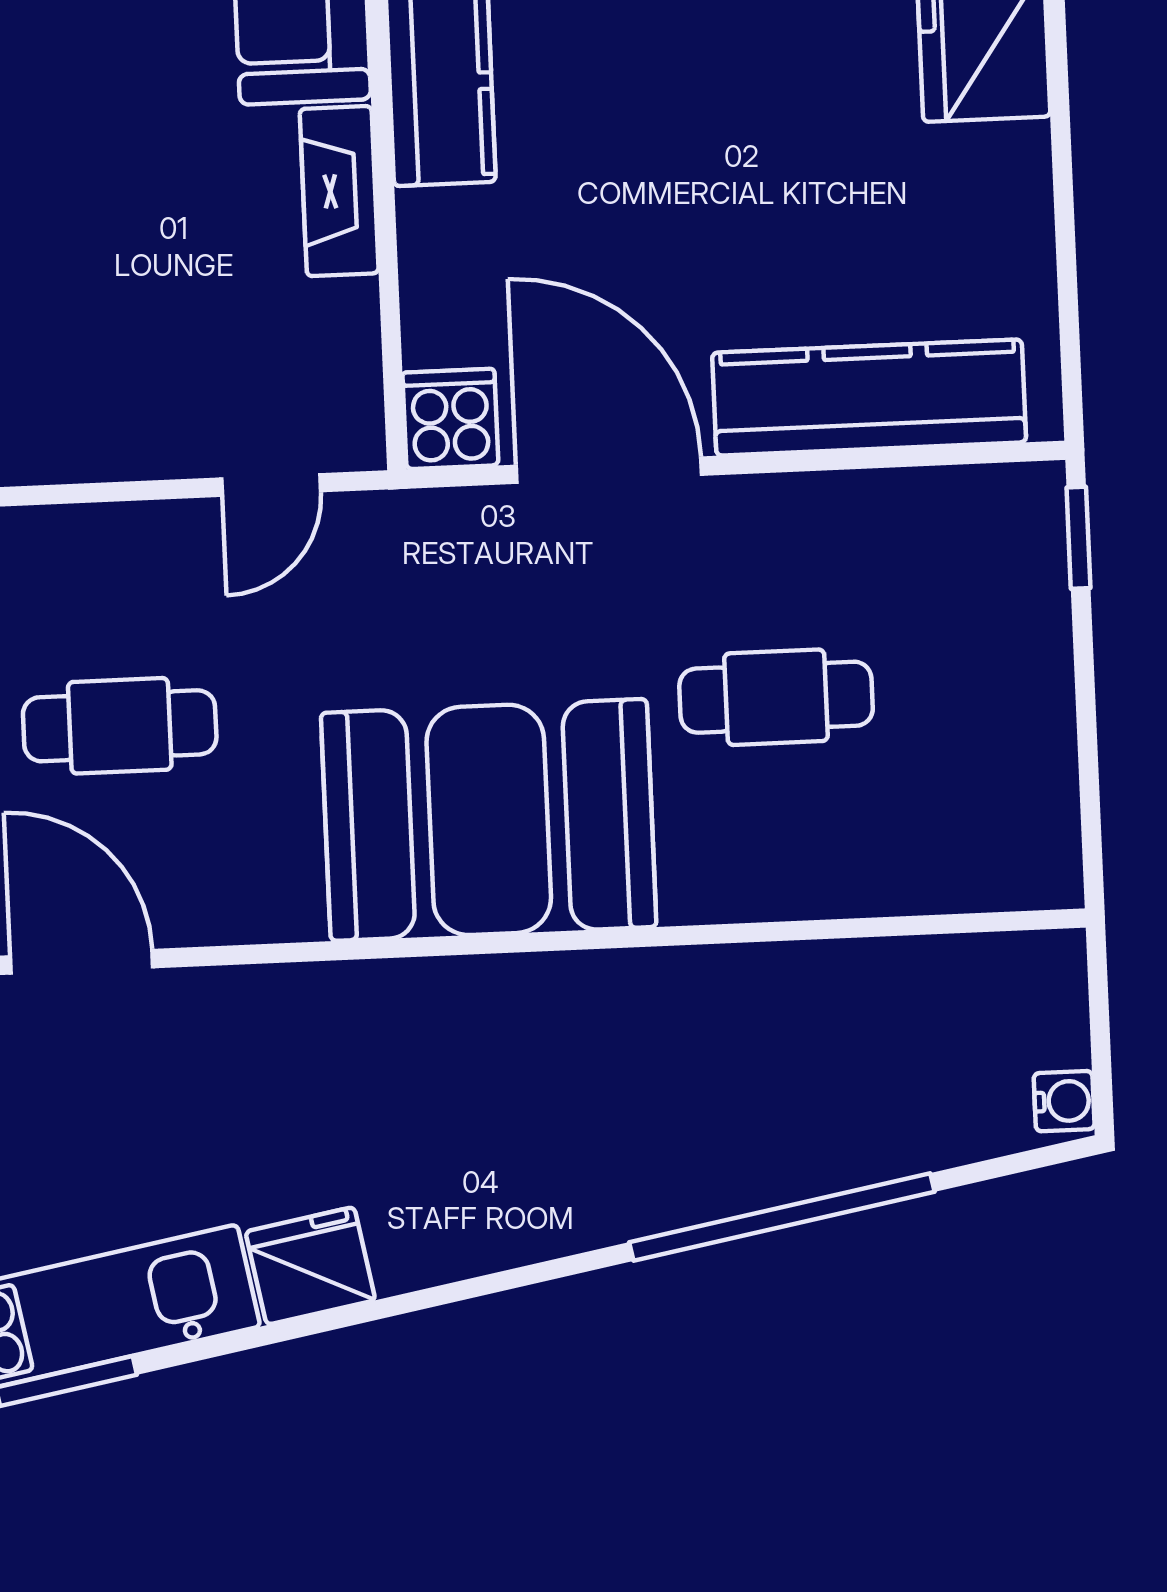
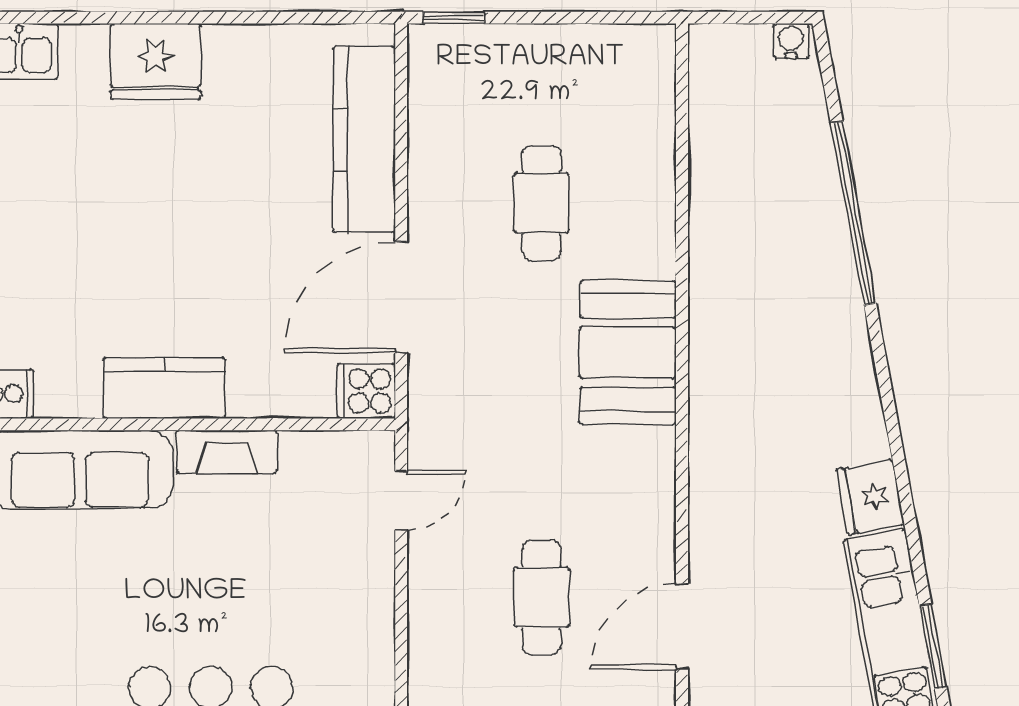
door: (271, 485) -> (401, 500), hinge flipped
booth: (489, 820) -> (628, 353), width x0.73, depth x0.70

